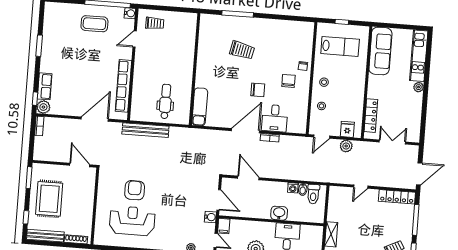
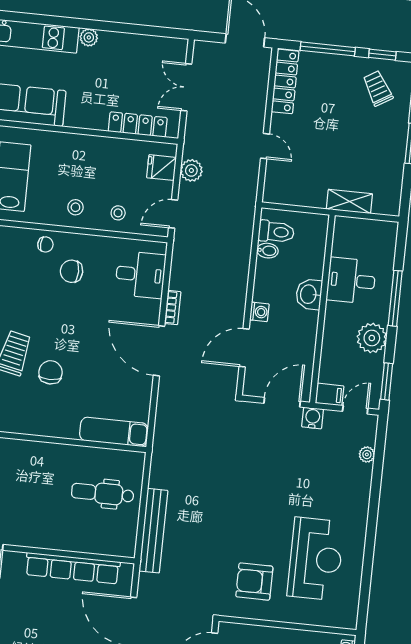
chair: (258, 90) -> (50, 372), moved
desk: (275, 118) -> (140, 275), moved
door: (322, 137) -> (173, 214), swing flipped
washing machine: (293, 188) -> (259, 312), moved
armchair: (135, 190) -> (254, 582), moved
reception desk: (132, 221) -> (316, 559), turned 180

